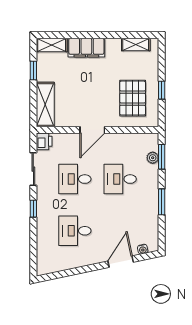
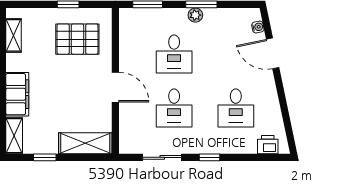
printer: (44, 141) -> (268, 145), moved
plant: (153, 158) -> (195, 15), moved

